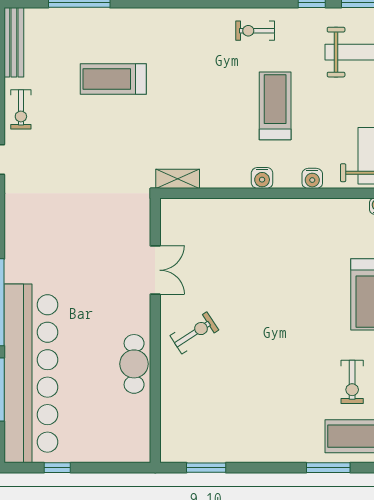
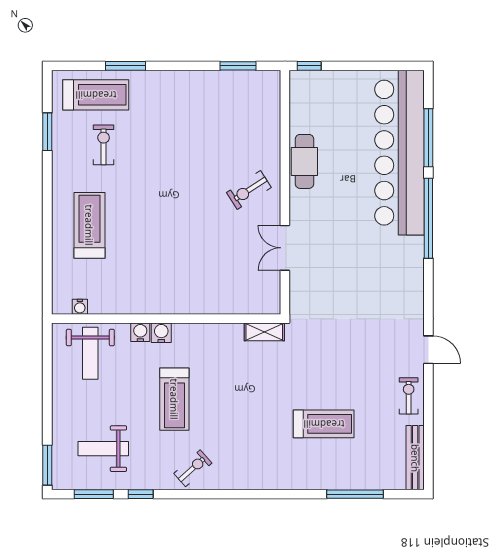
exercise bike: (255, 31) -> (193, 468), turned -42
water cooler: (262, 178) -> (161, 333), moved
window: (57, 468) -> (309, 66), moved

